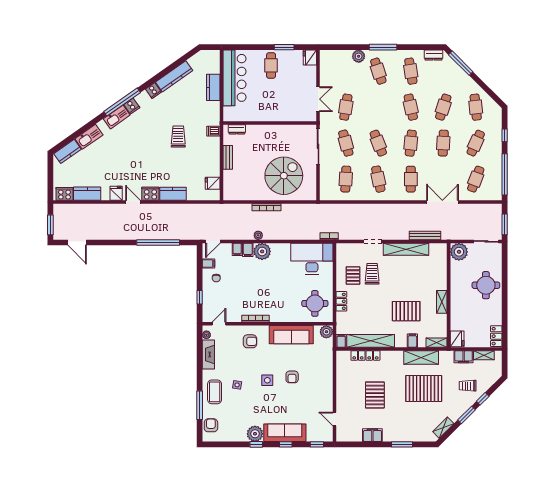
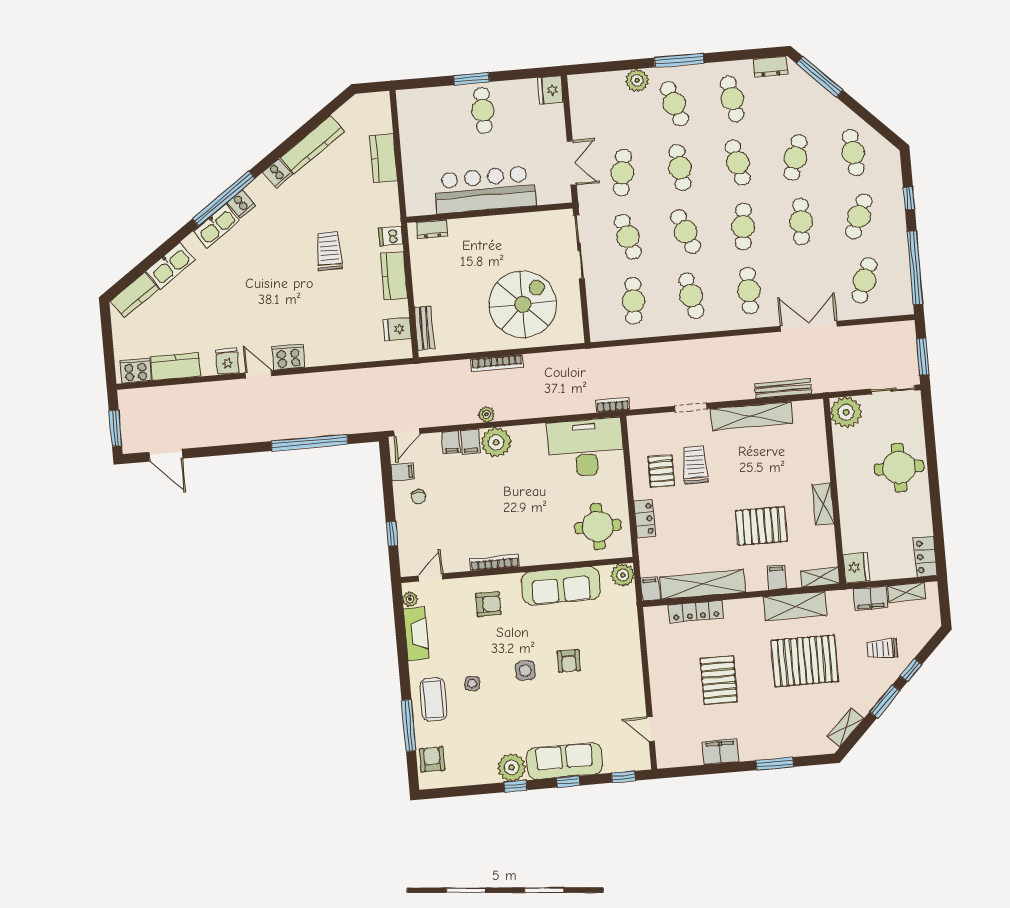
window: (284, 47) -> (472, 79), moved
bar counter: (235, 78) -> (485, 190), moved, turned -90
cafe table: (378, 107) -> (680, 168), added
bench: (228, 157) -> (424, 328), moved
kitchen counter: (173, 194) -> (394, 276), moved, turned -90

